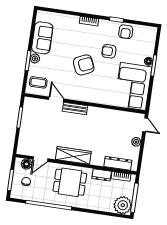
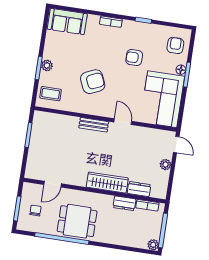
armchair: (126, 32) -> (175, 45), moved, turned 180
sofa: (42, 38) -> (67, 21), moved, turned 90
armchair: (84, 65) -> (93, 82), moved
door: (56, 99) -> (123, 122), moved
wardrobe: (73, 155) -> (107, 183), moved
dresser: (118, 163) -> (139, 189), width x0.70
floor lamp: (27, 164) -> (36, 190), removed
dining table: (70, 182) -> (77, 221), moved
plant: (123, 205) -> (153, 245), width x0.53, depth x0.53

